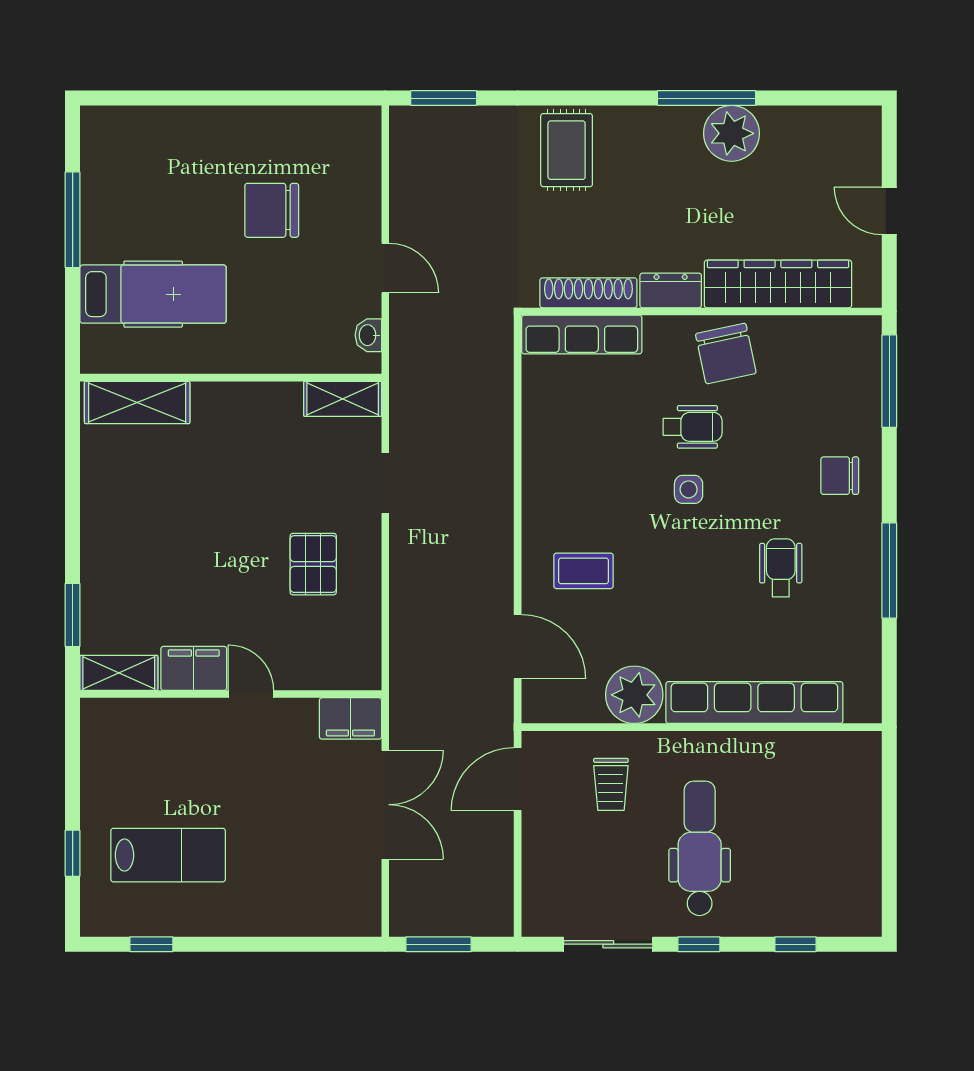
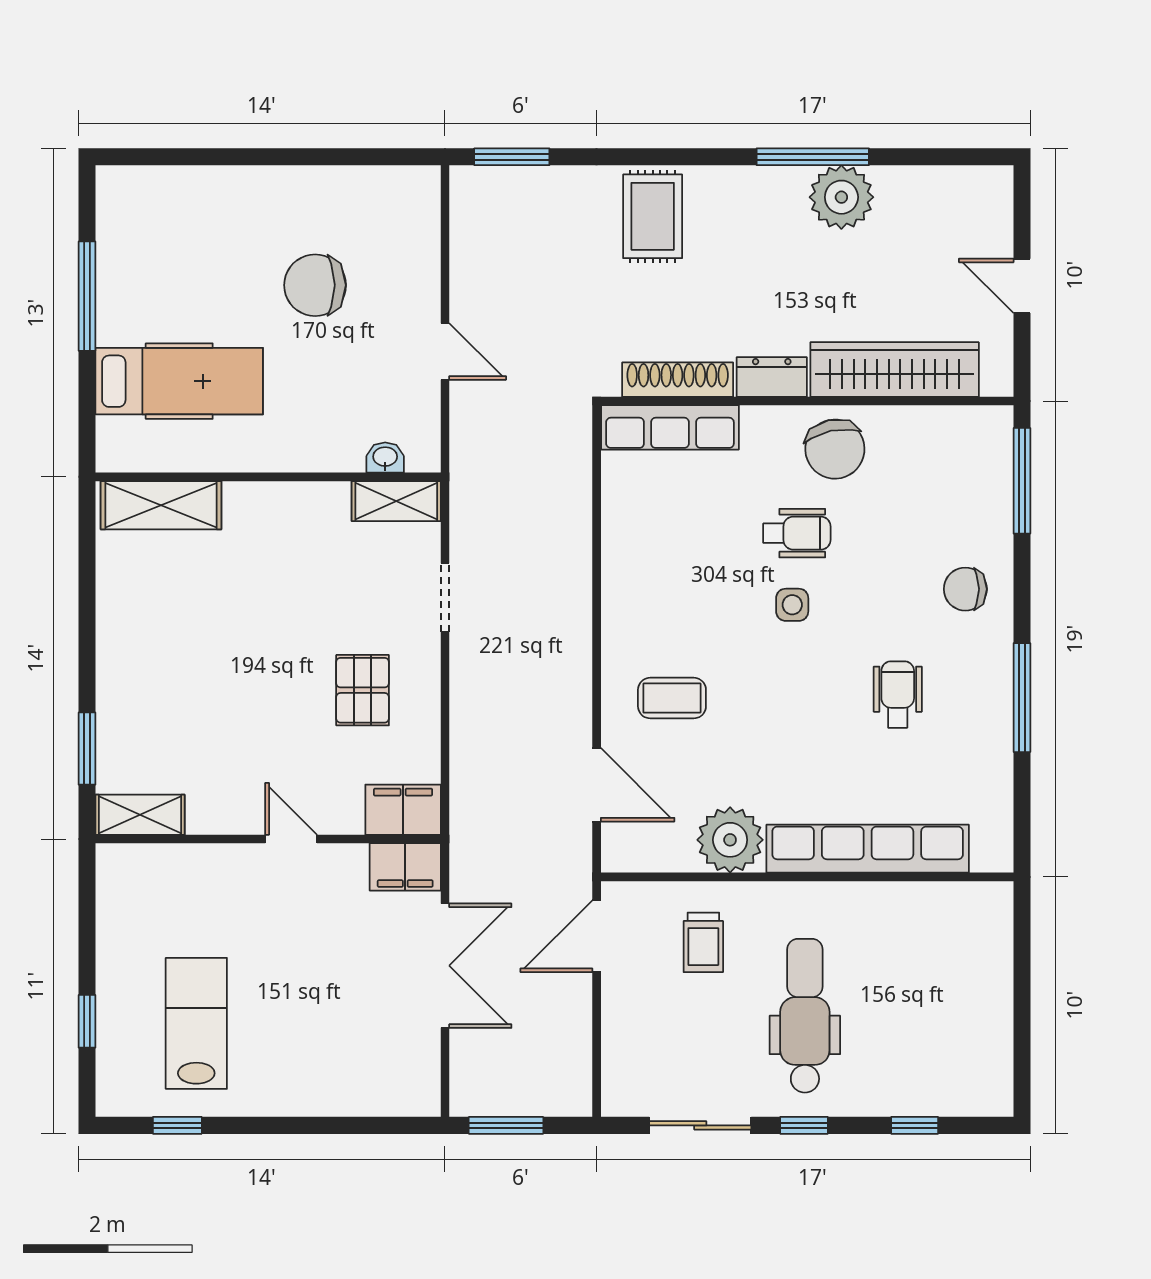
washbasin: (368, 335) -> (385, 457), moved, turned 90
filing cabinet: (194, 668) -> (403, 810), moved
lab bench: (168, 855) -> (196, 1023), turned -90

